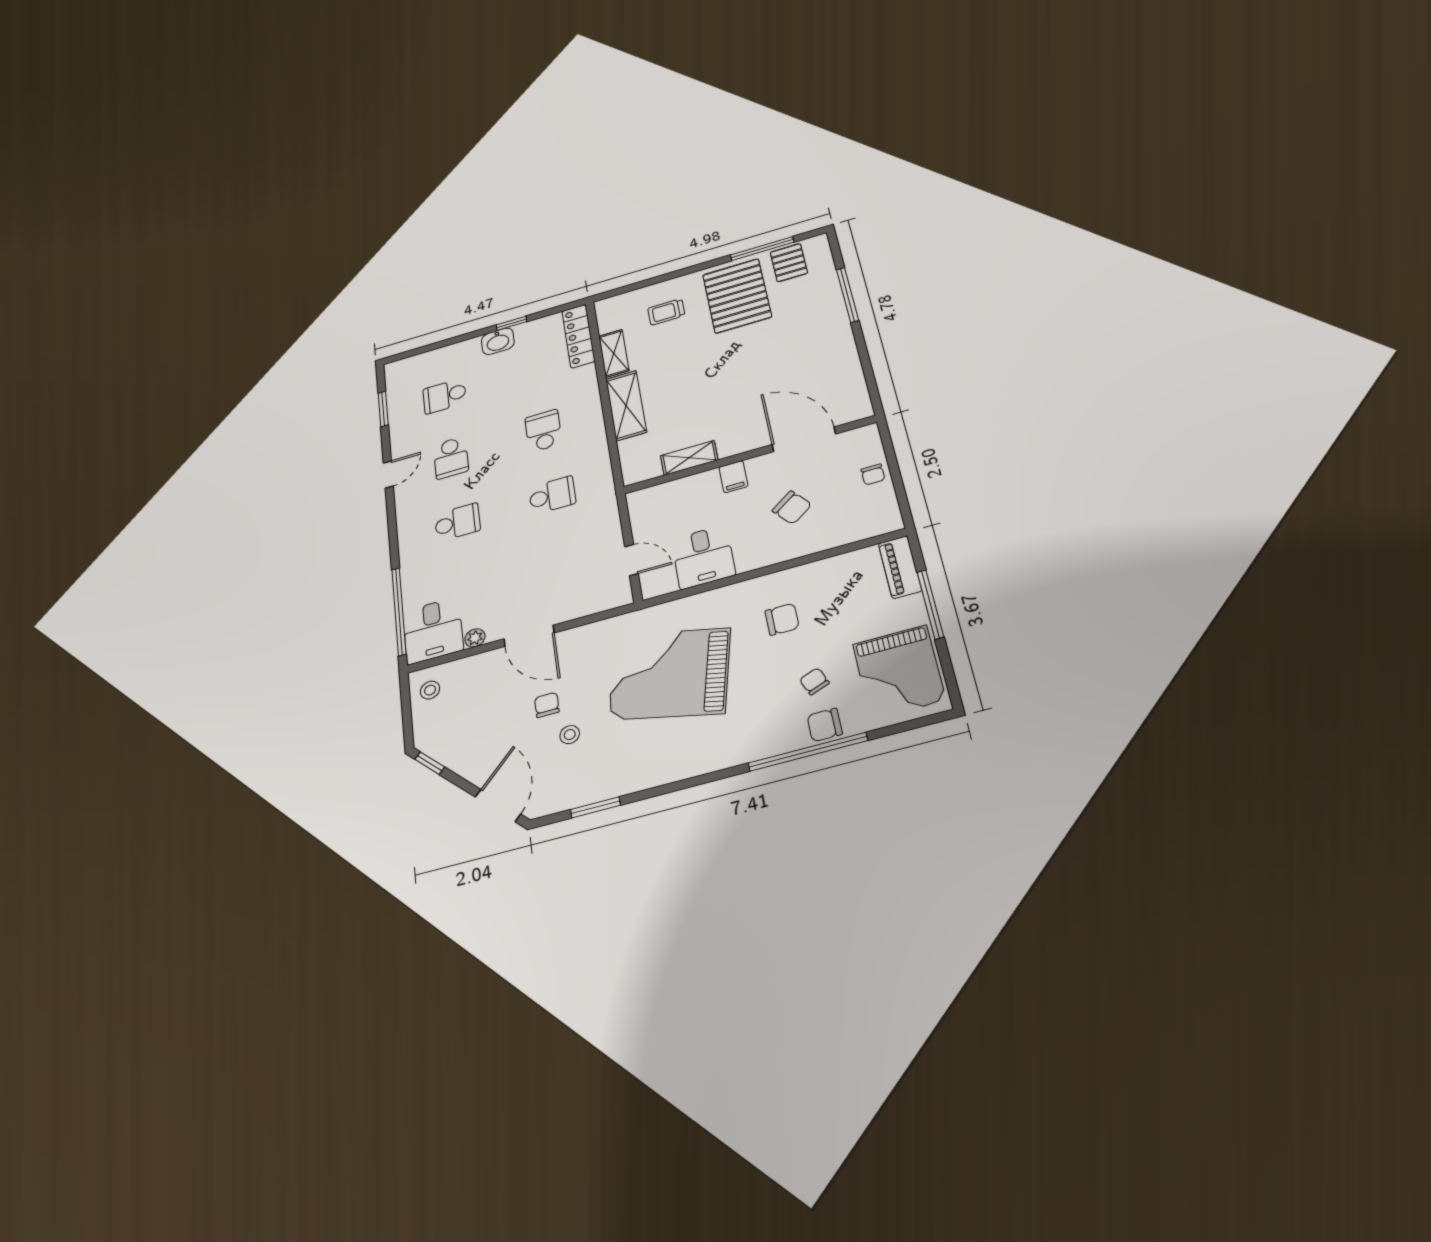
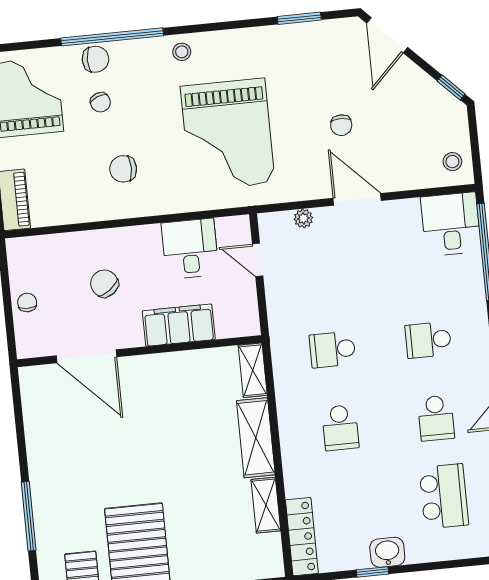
trolley: (666, 312) -> (210, 544), removed
school desk: (445, 396) -> (444, 496), width x1.85
school desk: (451, 458) -> (436, 418), turned 180
shelving: (689, 458) -> (253, 370), moved, turned 90
filing cabinet: (733, 477) -> (179, 325), width x3.00, depth x1.17
plant: (475, 638) -> (303, 218), moved
grand piano: (670, 674) -> (228, 135), turned 77
stool: (570, 735) -> (182, 52), moved

